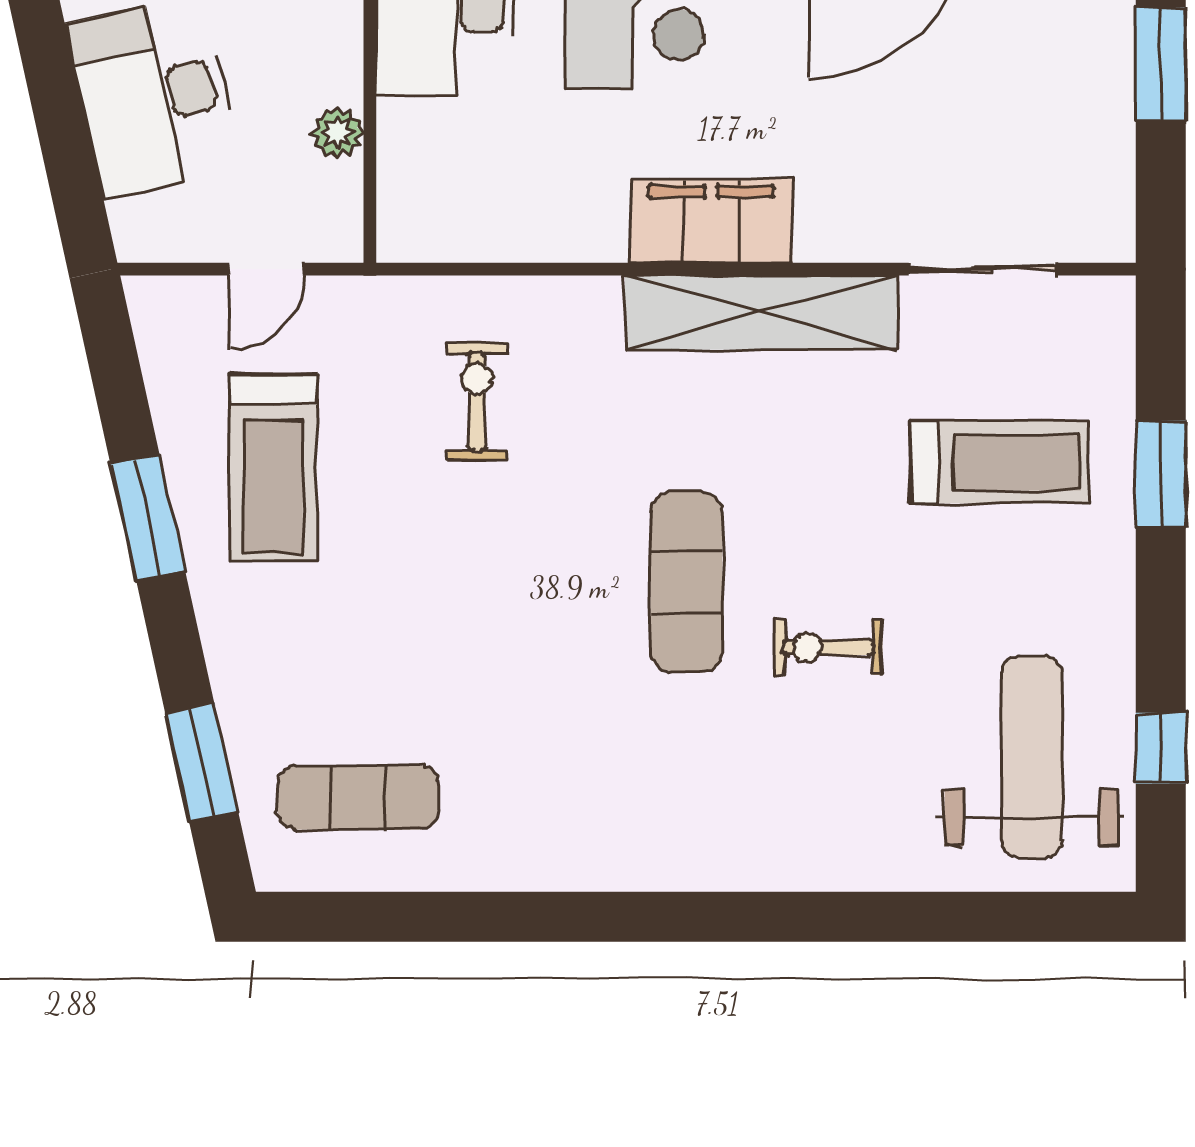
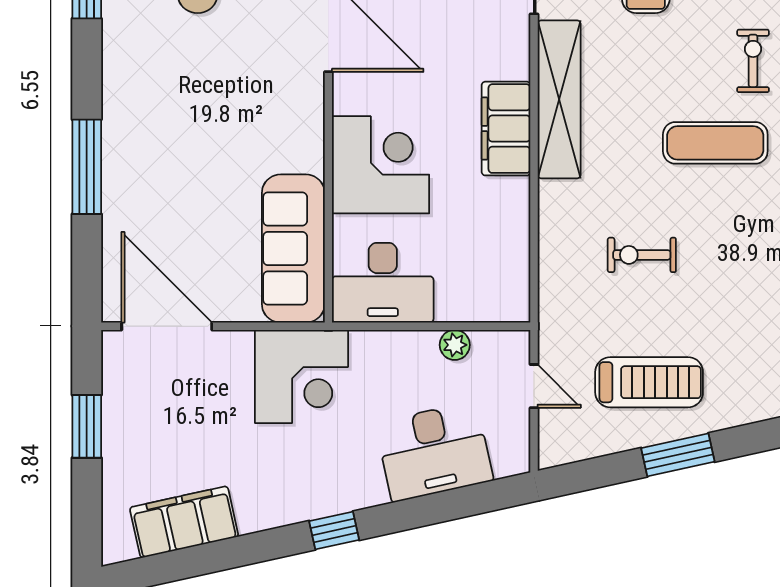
exercise bike: (477, 401) -> (642, 255), moved
exercise bike: (828, 647) -> (753, 61), turned 180

